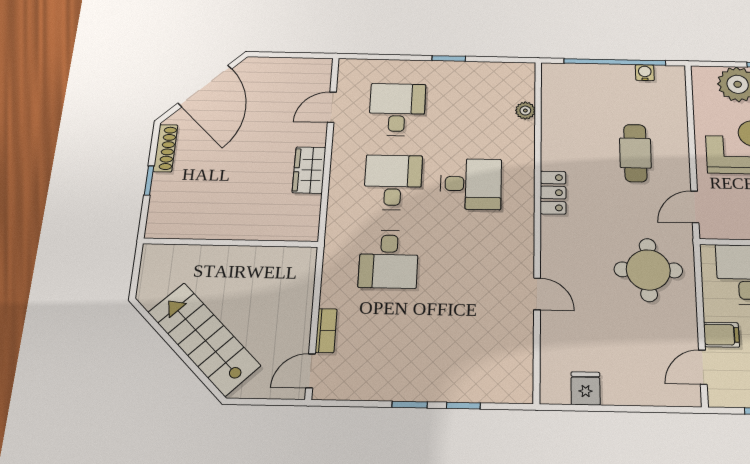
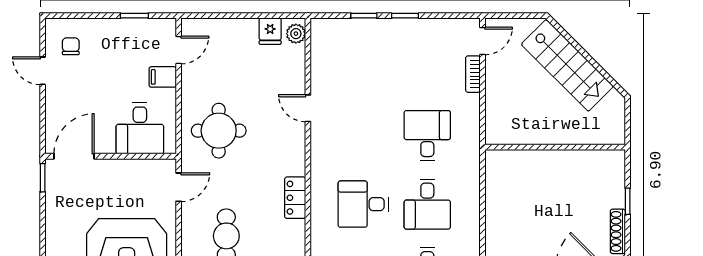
wardrobe: (309, 170) -> (497, 214), removed
plant: (552, 385) -> (296, 34), added

